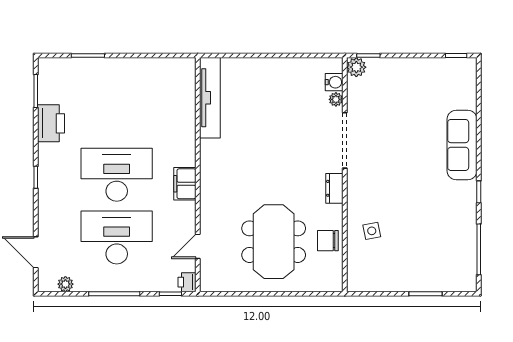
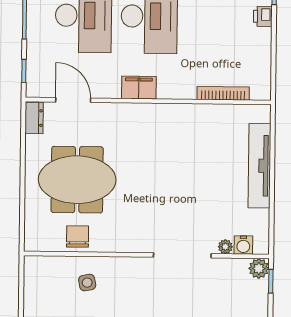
tv unit: (210, 98) -> (259, 166), moved, turned 90
bookcase: (189, 103) -> (223, 93), added
dresser: (334, 188) -> (34, 118), moved, turned 90
door: (198, 246) -> (73, 100), width x1.38
printer: (187, 282) -> (263, 16), moved, turned -90

